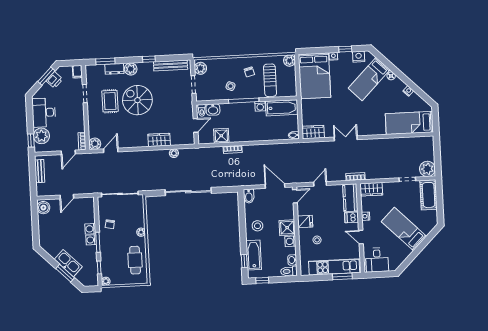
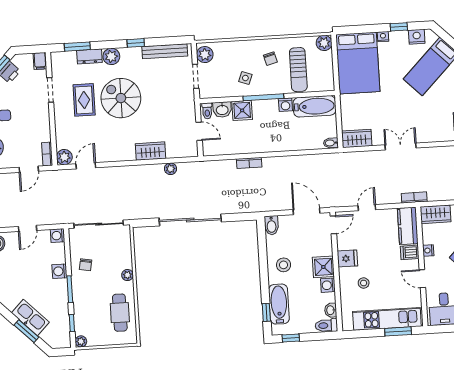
door: (196, 125) -> (199, 131), hinge flipped
shower: (221, 136) -> (242, 110), moved
washing machine: (91, 240) -> (58, 236), moved

